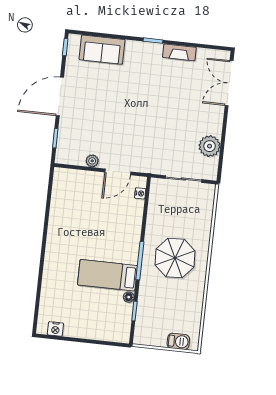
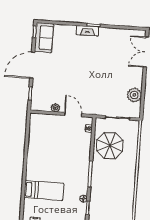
sofa: (102, 50) -> (44, 38), moved, turned -90
fireplace: (179, 52) -> (87, 31), moved
door: (118, 172) -> (73, 115), swing flipped
parasol: (175, 258) -> (110, 146), moved
bed: (108, 275) -> (44, 190), moved, turned 180

